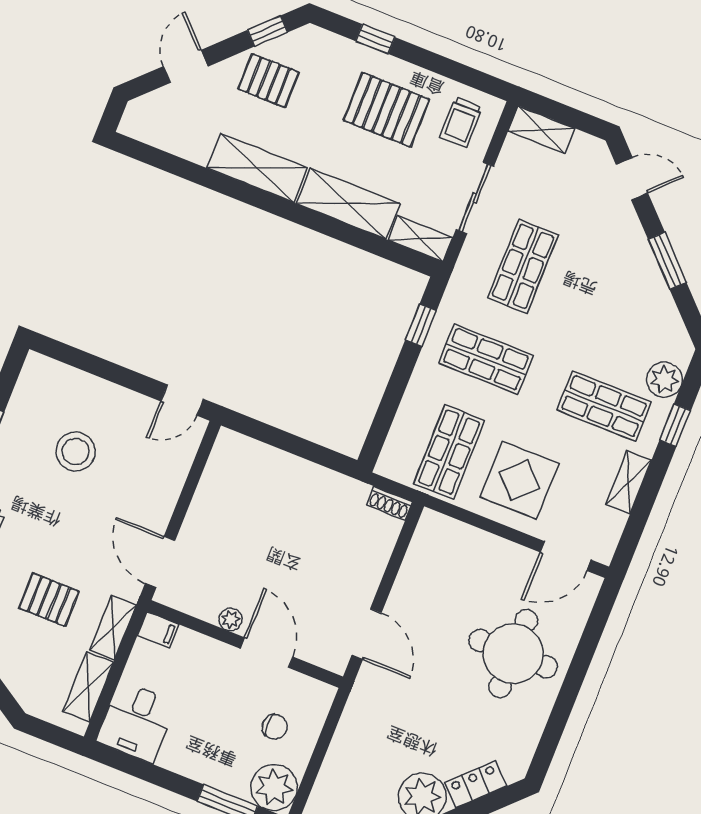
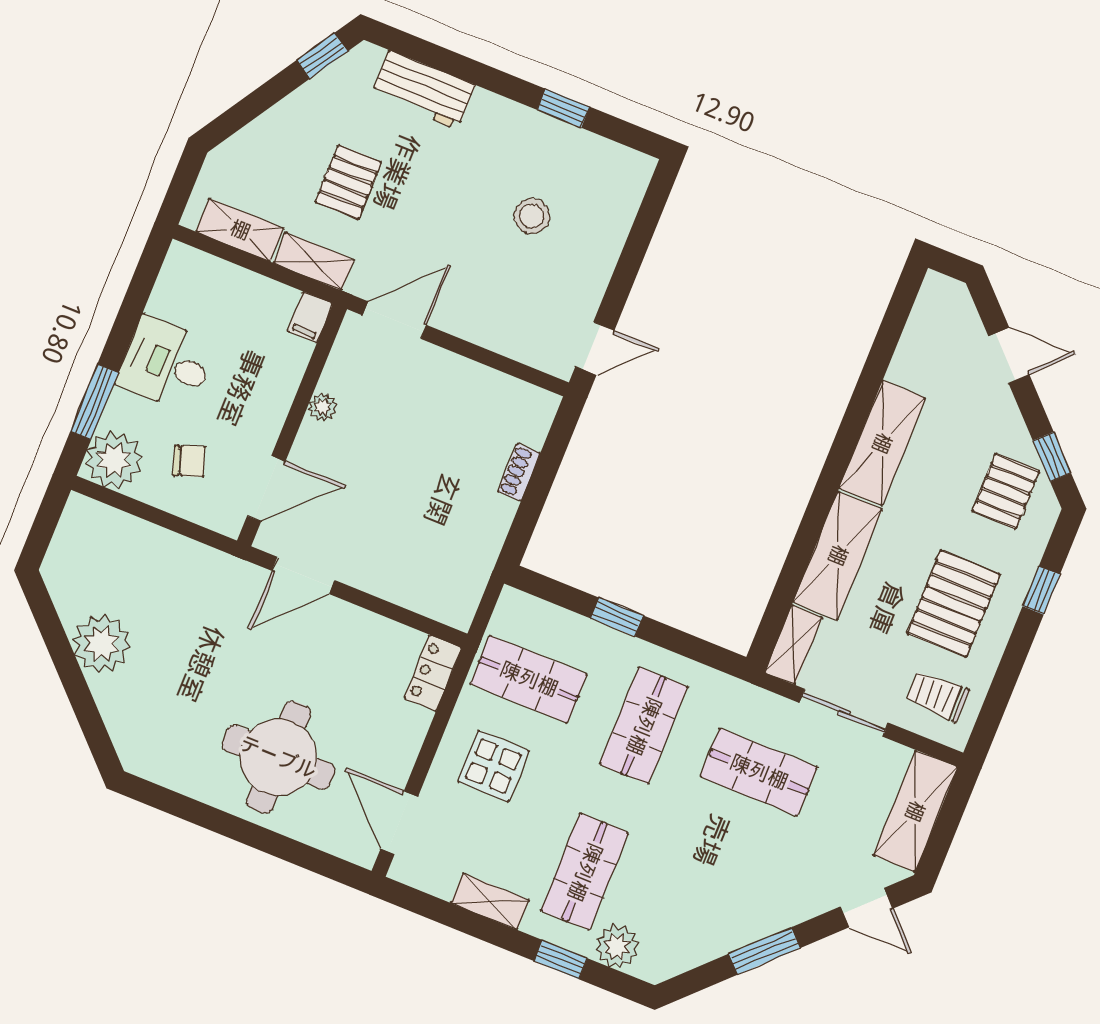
pallet: (268, 81) -> (1006, 491), moved
shelving: (541, 130) -> (915, 811), width x1.50, depth x1.33
door: (632, 179) -> (866, 908), hinge flipped
window: (421, 325) -> (617, 617), moved
door: (182, 400) -> (595, 349), swing flipped
stool: (76, 452) -> (532, 216), width x0.73, depth x0.73
display table: (519, 480) -> (493, 766), width x0.73, depth x0.73
shoe rack: (390, 503) -> (519, 472), moved
door: (267, 653) -> (266, 489), moved
desk: (136, 722) -> (166, 364), moved
chair: (275, 727) -> (189, 461), turned -109
locker: (476, 784) -> (433, 673), moved, turned -135

